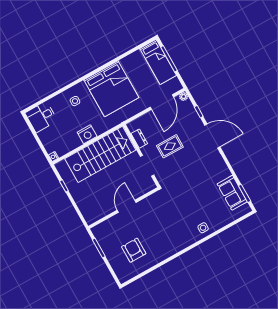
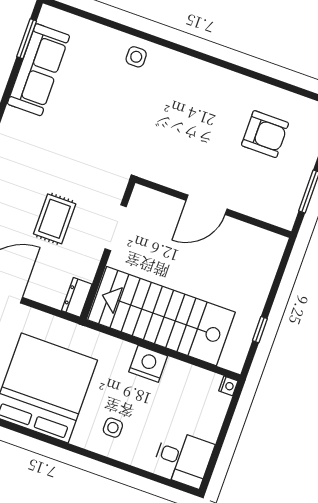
dresser: (139, 139) -> (77, 297), moved
rug: (170, 146) -> (55, 219), turned 90
sofa: (232, 193) -> (38, 70), width x1.36
armchair: (134, 250) -> (265, 134), turned -90

